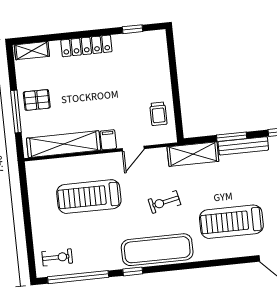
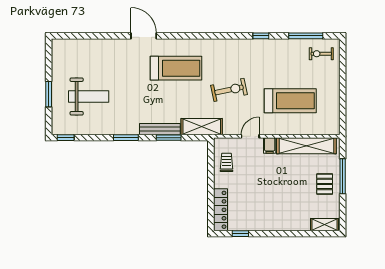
locker: (86, 46) -> (220, 210), moved, turned 90
pallet: (37, 100) -> (325, 184), turned 90
exercise bike: (164, 202) -> (229, 90), width x1.38, depth x1.39
exercise mat: (157, 250) -> (239, 52), removed
window: (78, 277) -> (306, 36), width x0.68

